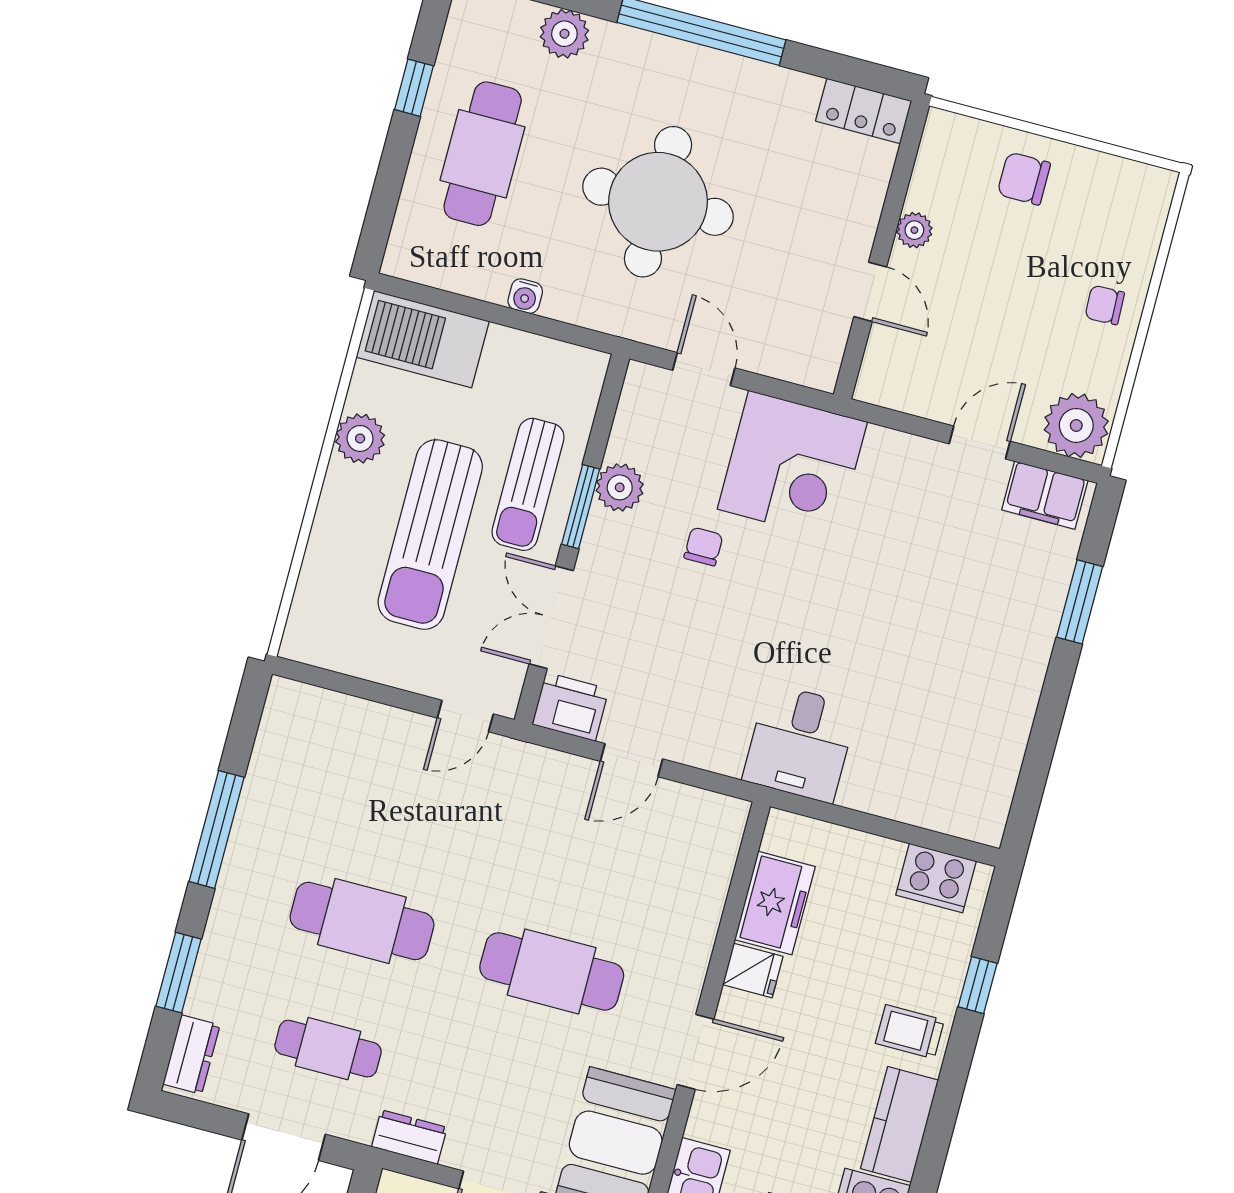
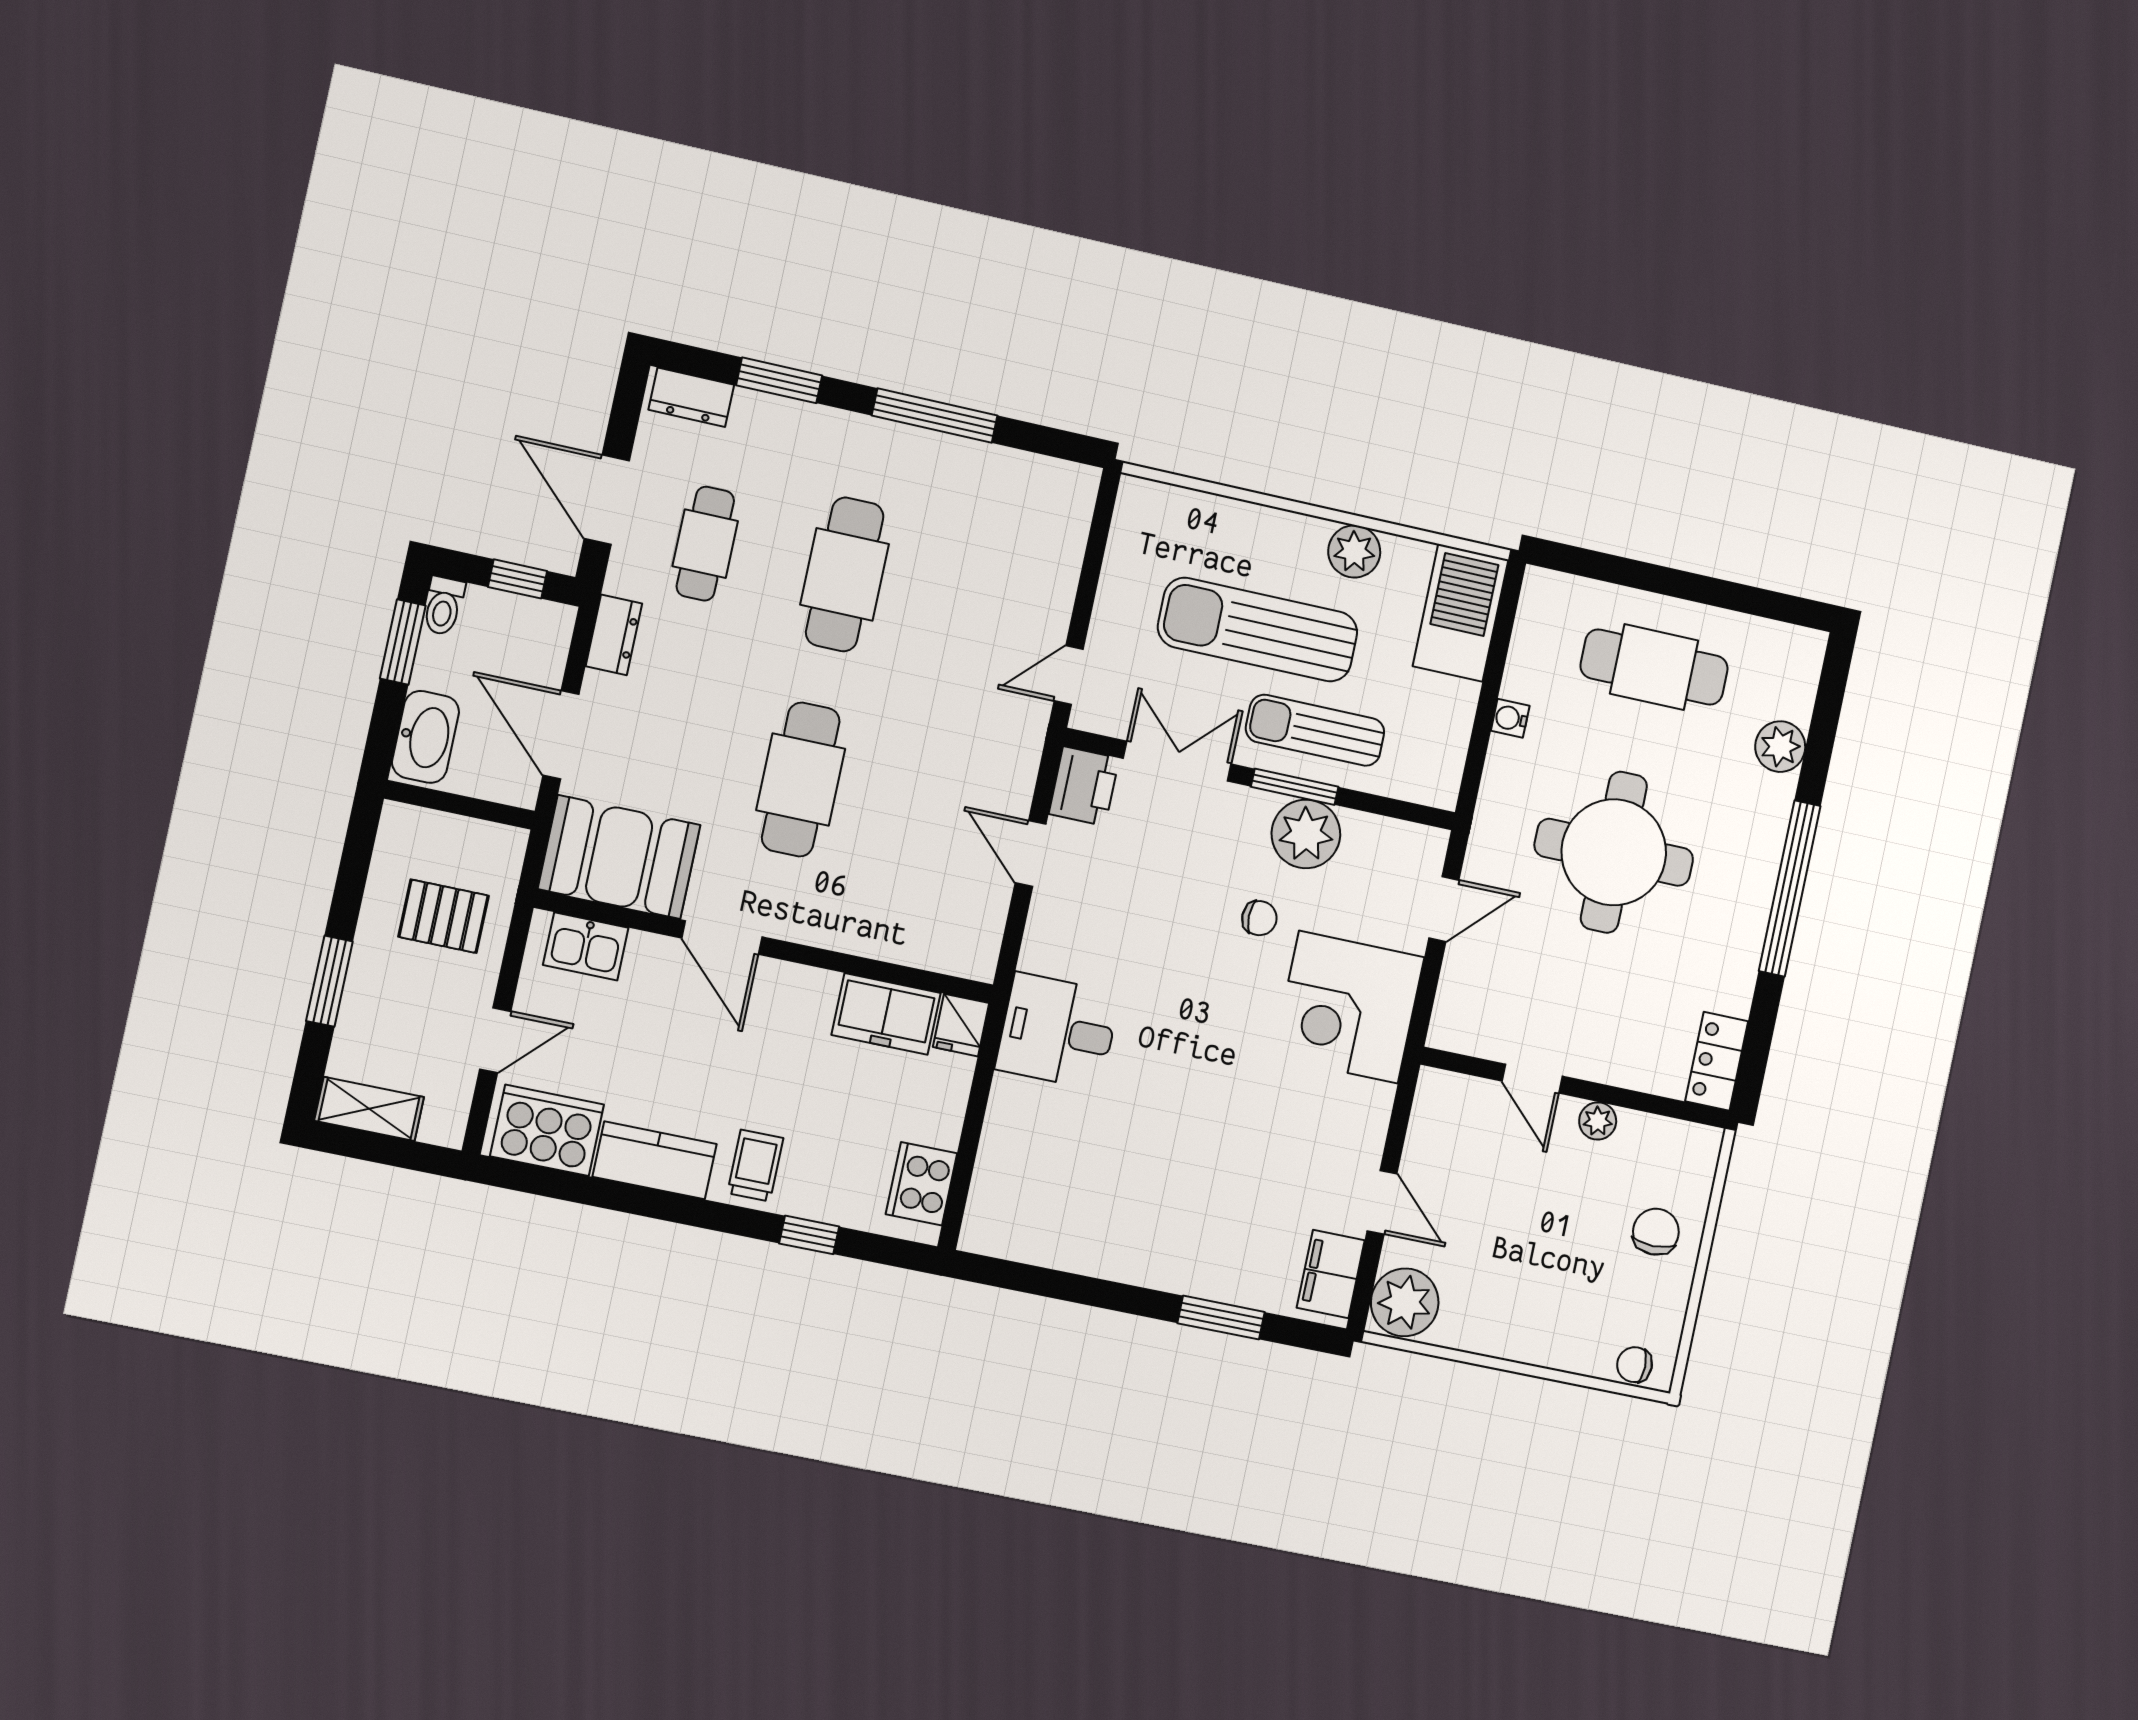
window: (414, 88) -> (1718, 593), removed
door: (870, 292) -> (1532, 1079), hinge flipped
chair: (1105, 305) -> (1635, 1365), moved, turned -88
plant: (620, 487) -> (1306, 834), width x1.36, depth x1.36
door: (465, 716) -> (1069, 675), hinge flipped
fridge: (753, 971) -> (961, 1025), moved

